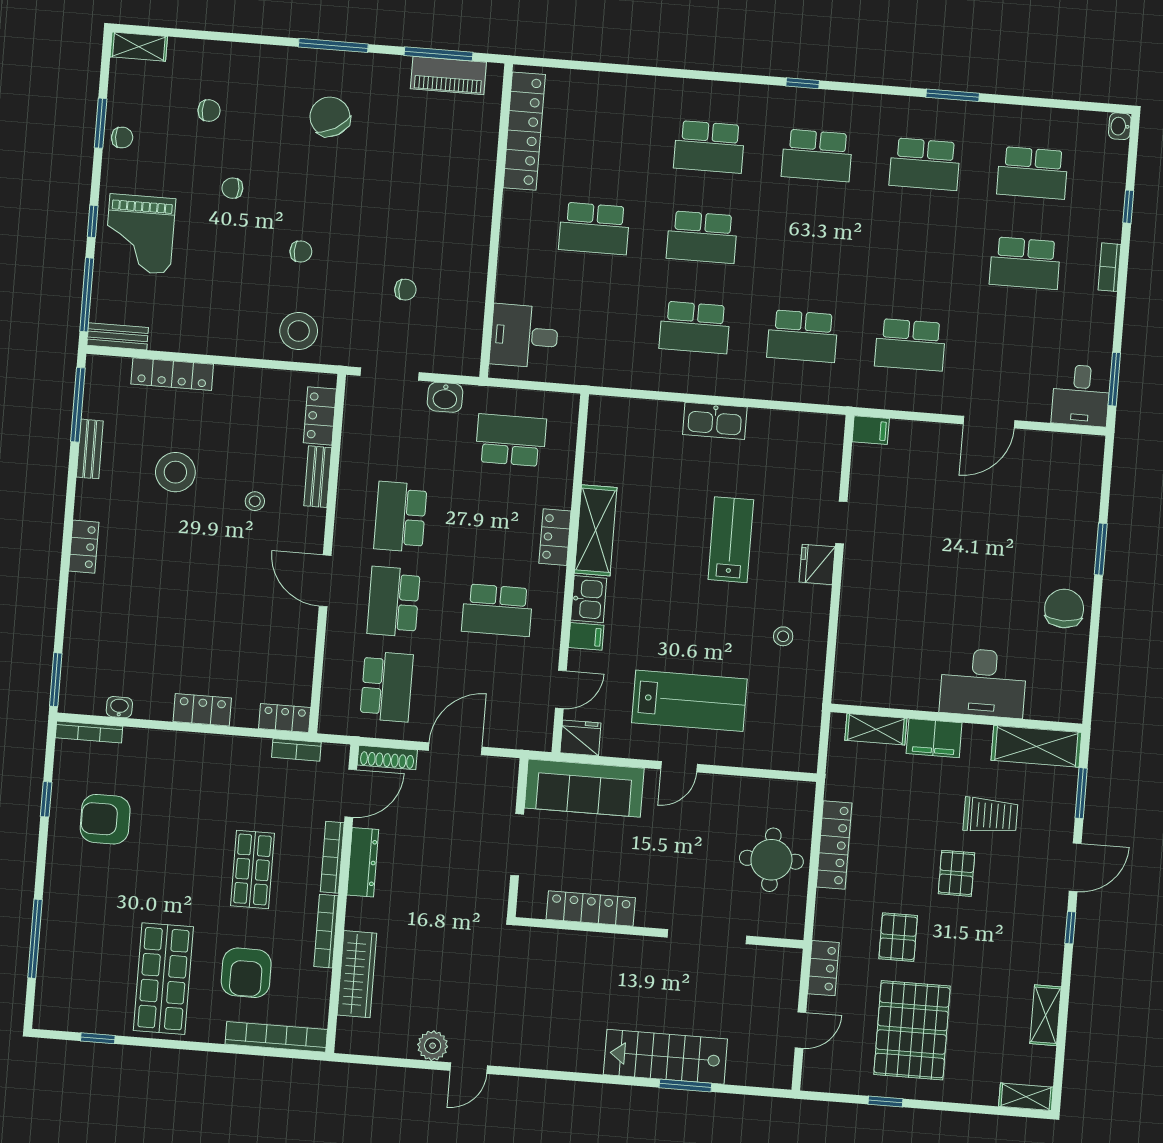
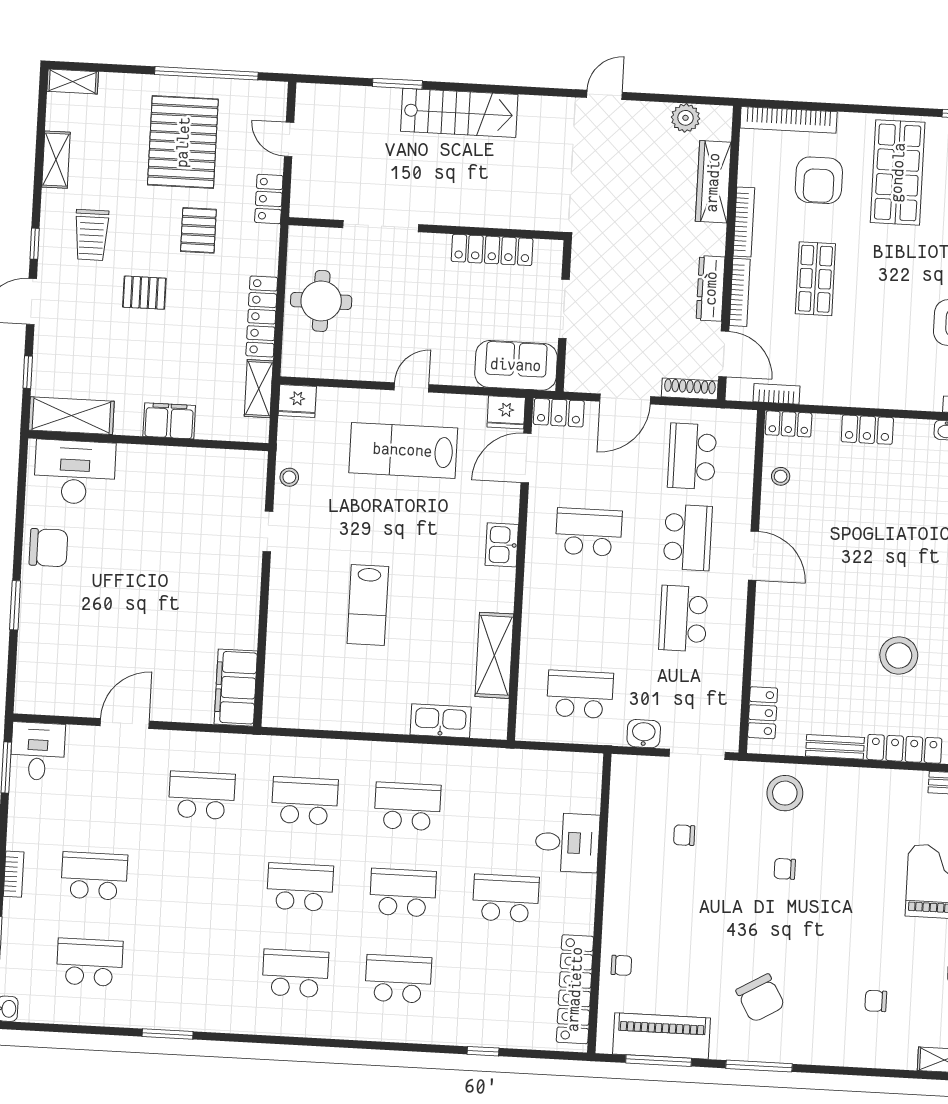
piano: (448, 75) -> (662, 1036), width x1.37, depth x1.33
window: (803, 83) -> (483, 1051), moved
school desk: (925, 164) -> (300, 887), moved
chair: (232, 188) -> (621, 965), moved
desk: (524, 336) -> (567, 843), moved
kitchen sink: (715, 421) -> (441, 721), moved
filing cabinet: (871, 430) -> (236, 688), width x3.00, depth x1.17
school desk: (511, 440) -> (580, 694), turned 180
bench: (318, 477) -> (835, 747), moved, turned 90
stool: (255, 501) -> (781, 476), moved
school desk: (400, 517) -> (683, 619), turned 180
doorway: (841, 522) -> (268, 531), moved
shelving: (596, 530) -> (494, 655), moved
locker: (555, 537) -> (559, 413), moved, turned 90
fridge: (817, 564) -> (297, 401), moved, turned 90
chair: (1064, 609) -> (48, 548), turned -90
filing cabinet: (586, 636) -> (503, 509), removed
stool: (783, 636) -> (289, 477), moved
desk: (983, 683) -> (75, 472), moved
door: (561, 689) -> (526, 458), width x1.38
shelving: (876, 729) -> (259, 389), moved, turned 90
sofa: (584, 788) -> (516, 365), width x0.73
door: (351, 793) -> (724, 354), swing flipped
window: (1081, 793) -> (28, 372), width x0.67
trolley: (990, 815) -> (91, 235), moved, turned -90
pallet: (956, 873) -> (144, 293), turned 90
armchair: (246, 973) -> (819, 180), turned 180
door: (801, 1030) -> (289, 139), hinge flipped
plant: (433, 1046) -> (685, 118), moved
stairs: (665, 1057) -> (459, 113), moved
window: (885, 1102) -> (206, 73), width x3.17

